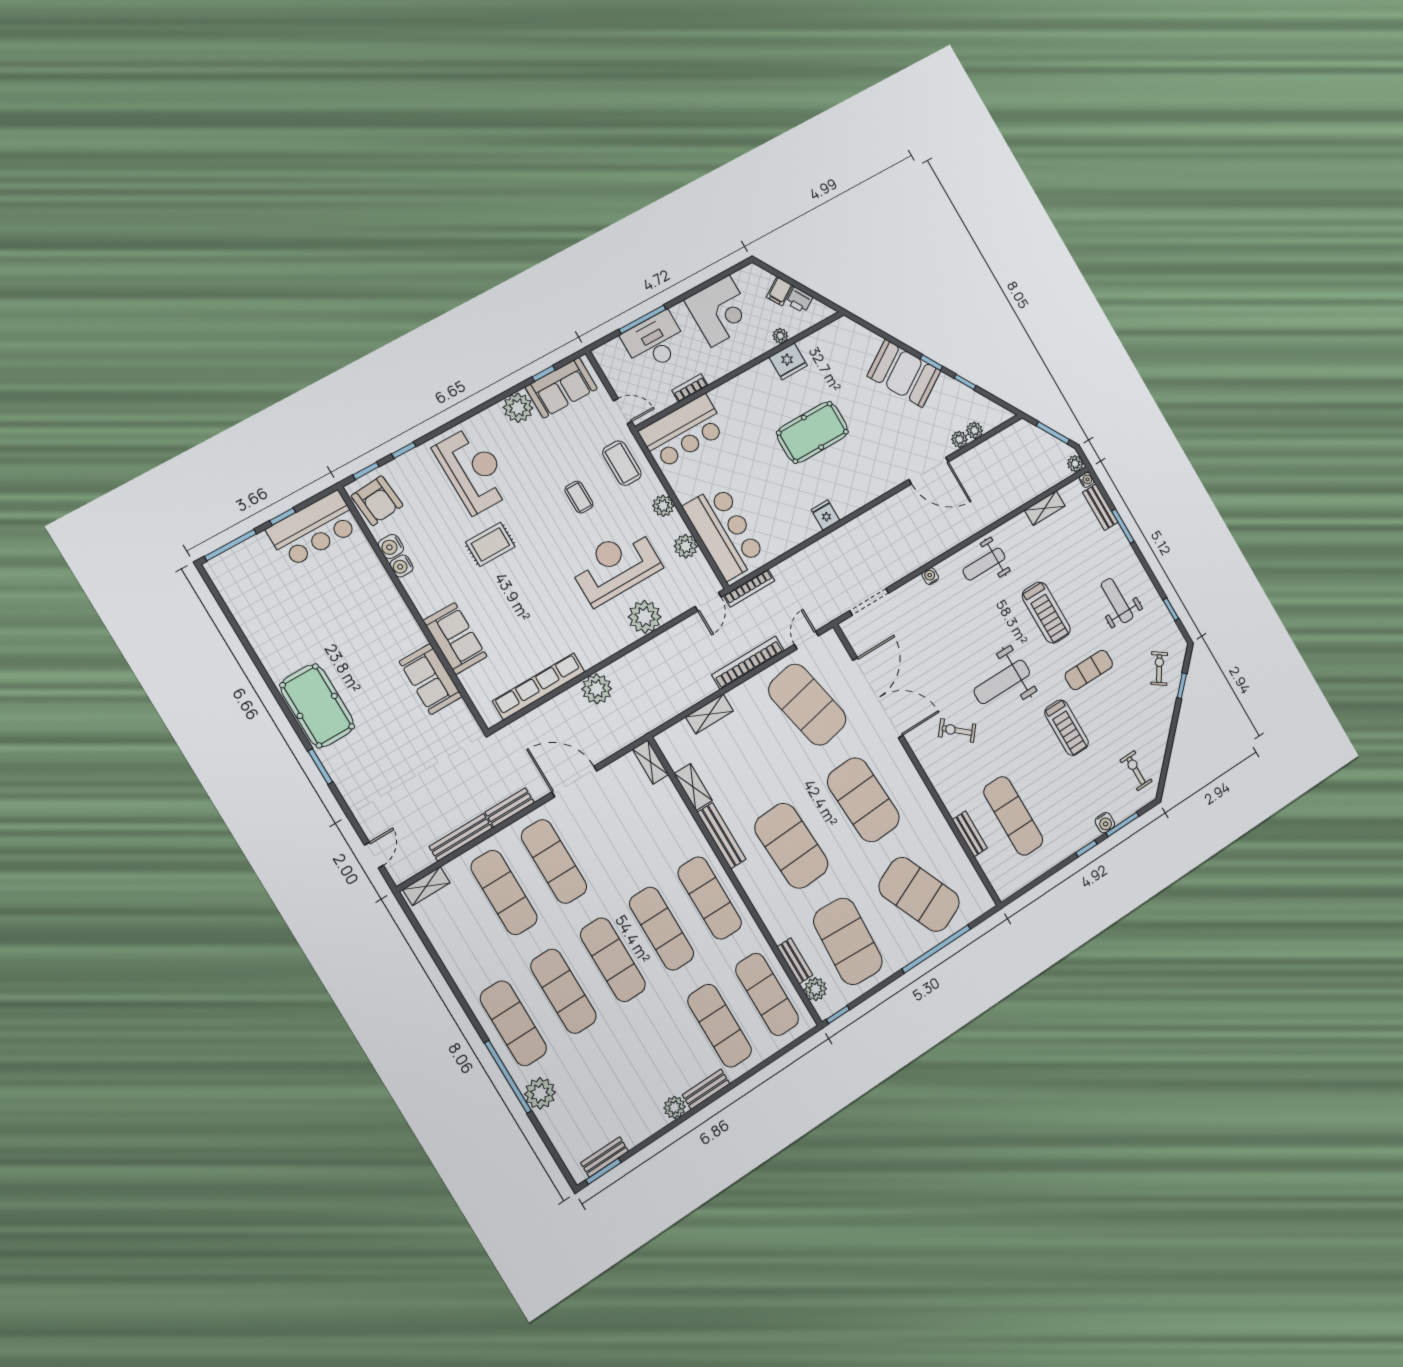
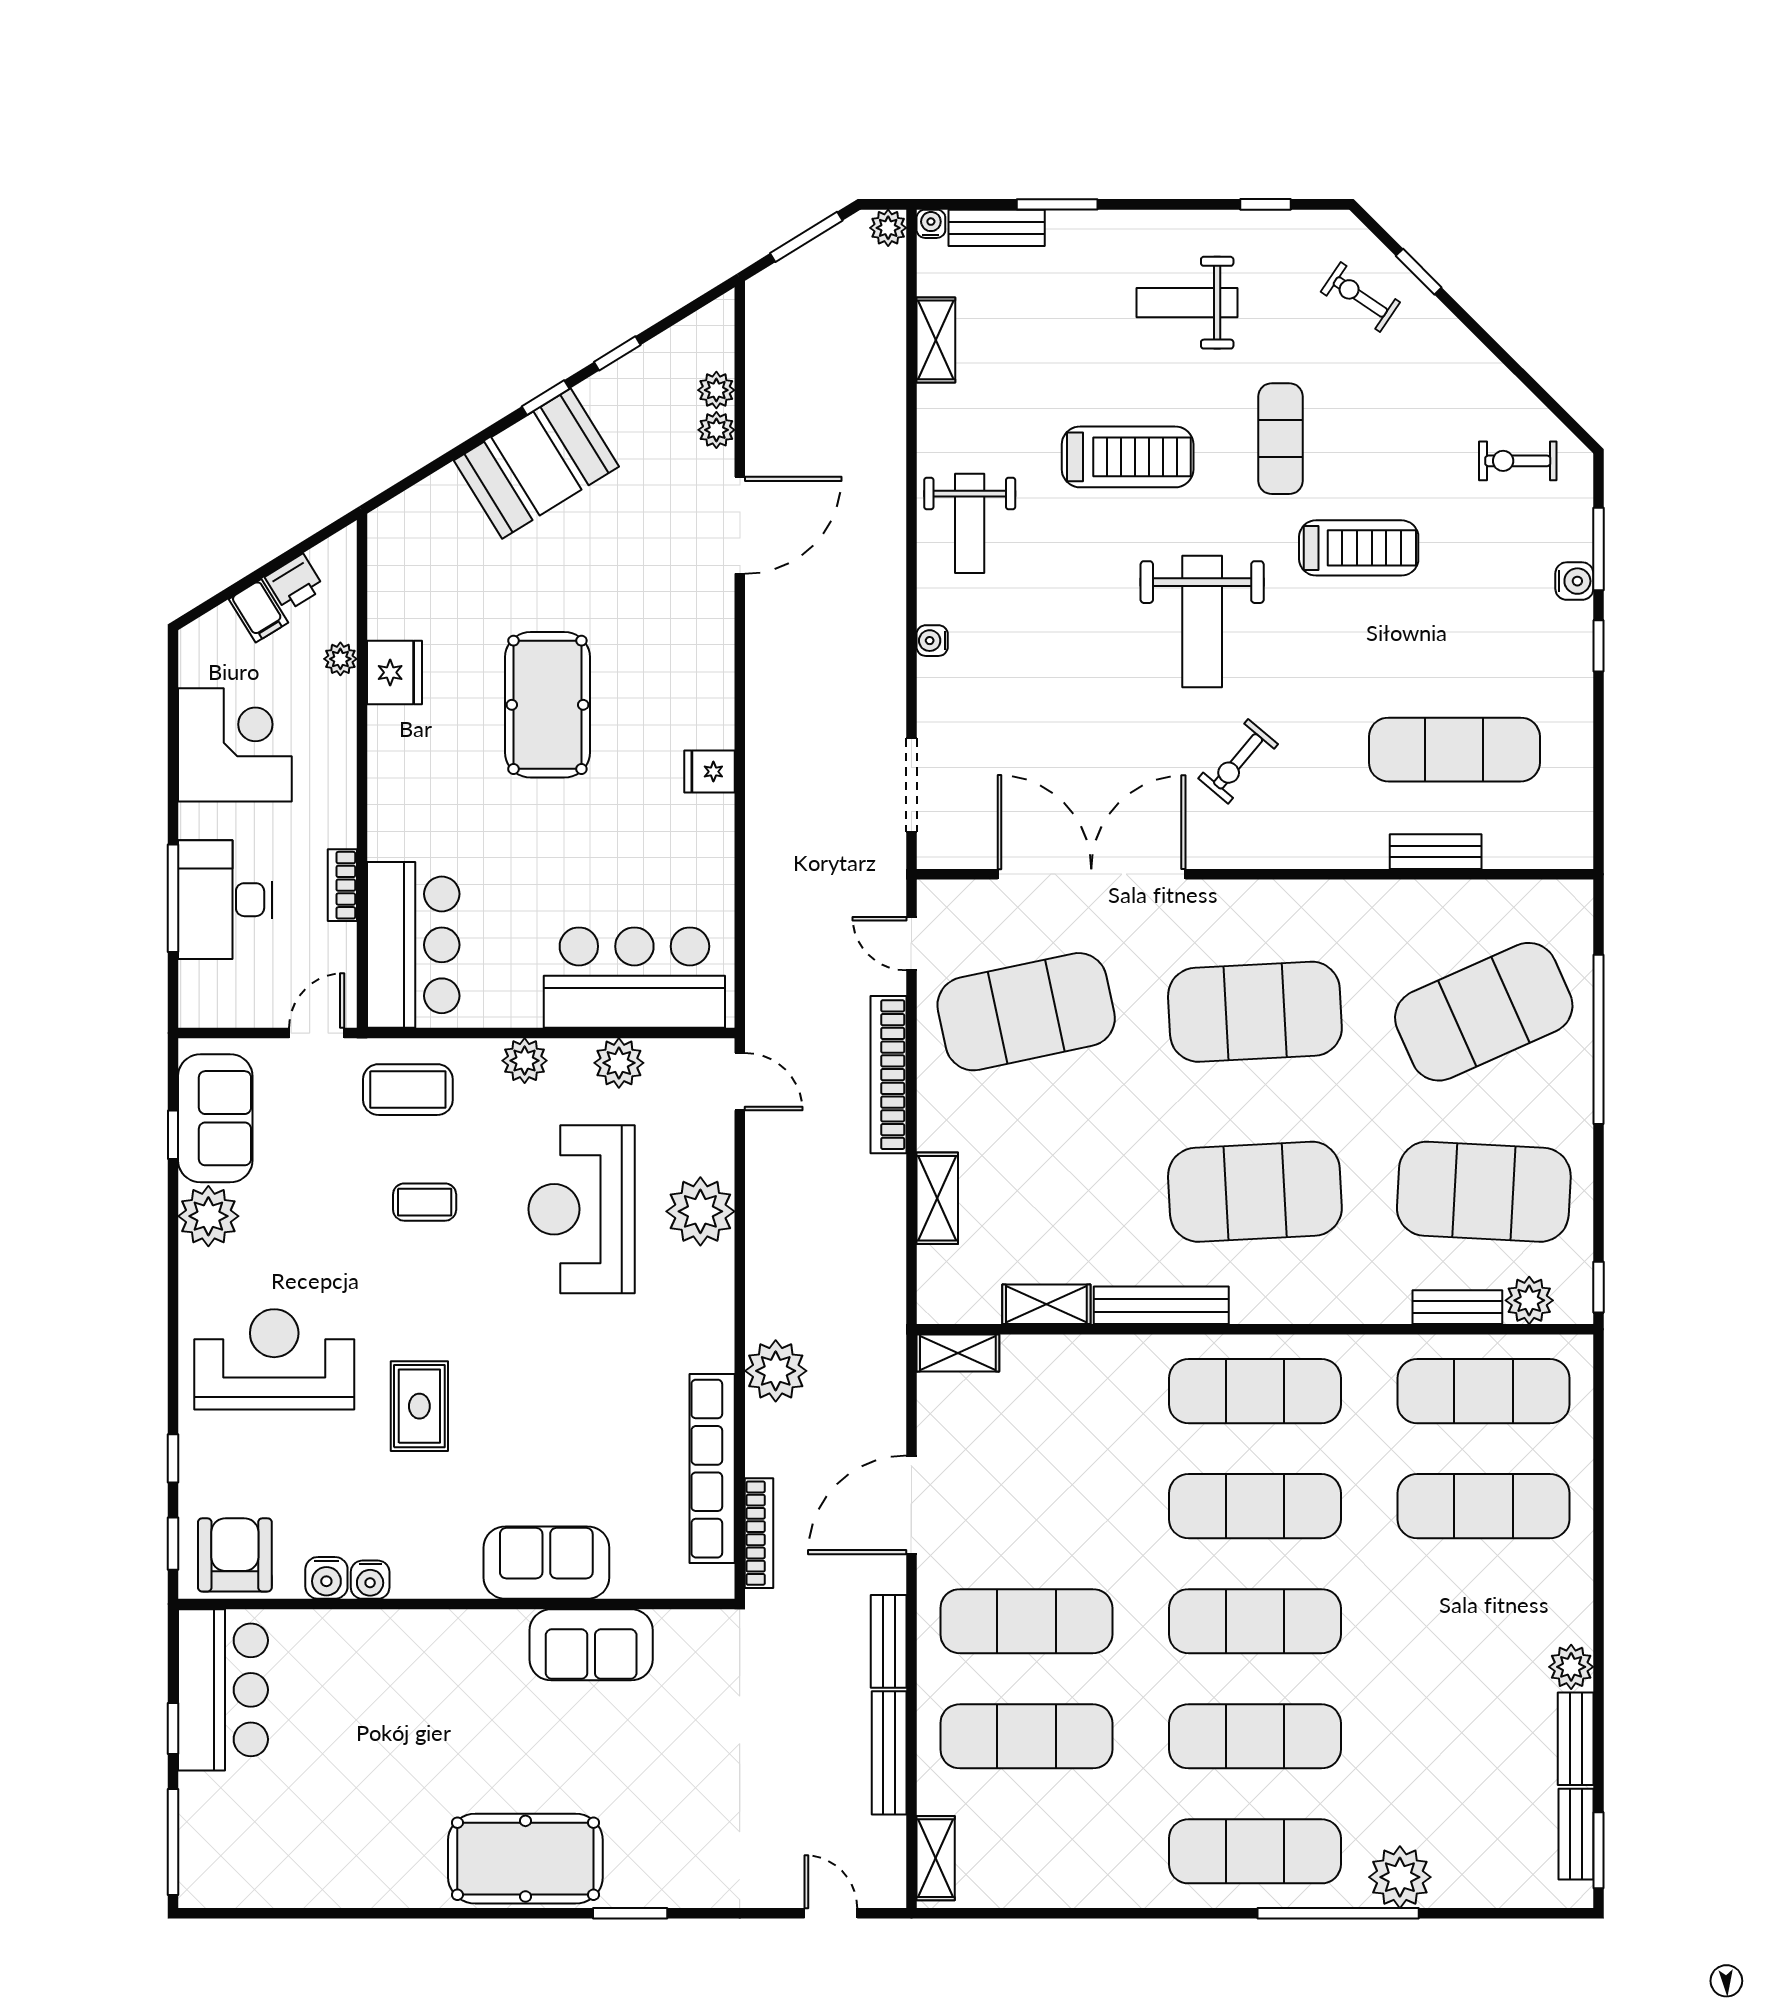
armchair: (377, 501) -> (235, 1555), turned -85
bookcase: (749, 588) -> (759, 1533), moved
bench: (706, 1089) -> (1576, 1739), moved

